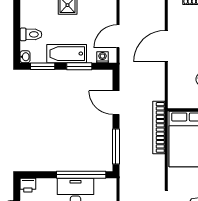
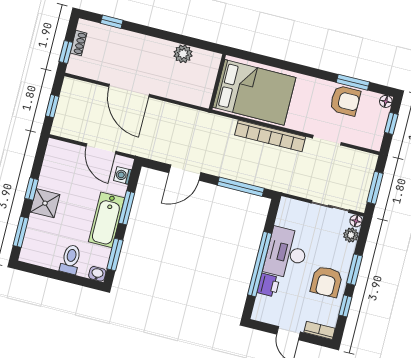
bookcase: (159, 127) -> (270, 136), moved
window: (81, 175) -> (260, 264), moved
printer: (28, 185) -> (268, 285), moved

